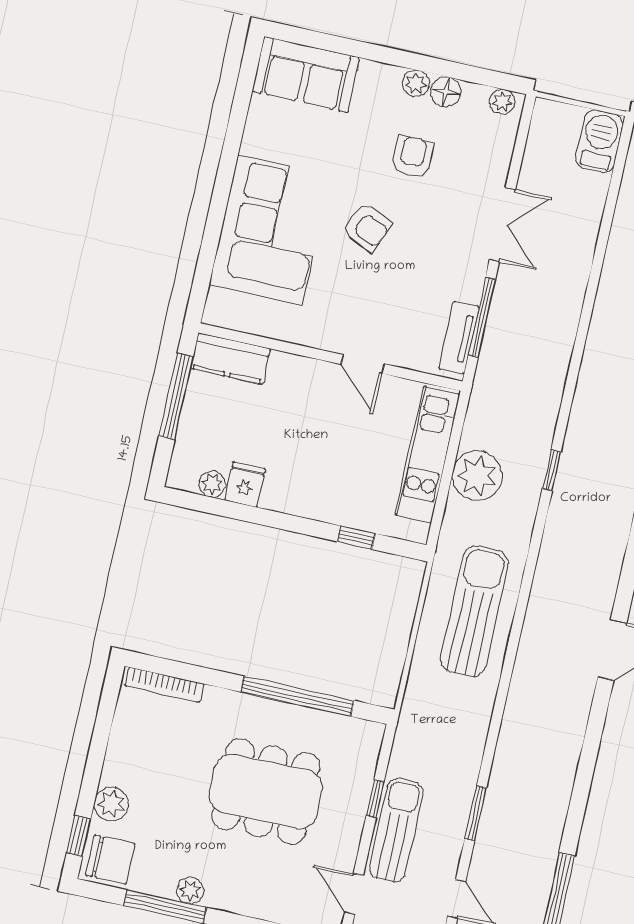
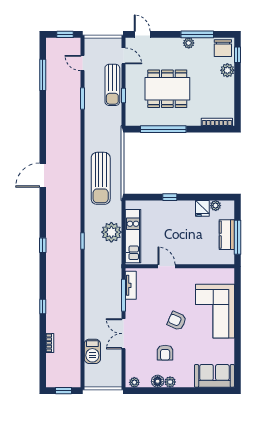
barbecue: (599, 141) -> (92, 351), moved
kitchen counter: (230, 359) -> (227, 235), moved, turned -90
window: (356, 538) -> (170, 197), moved
chair: (110, 860) -> (223, 48), turned -90

